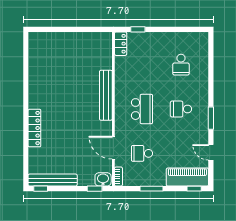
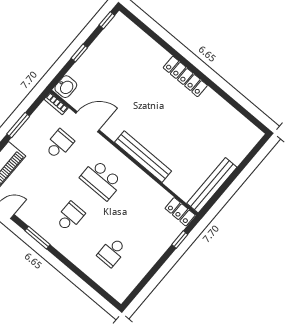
school desk: (181, 65) -> (112, 252), turned -90
locker: (34, 128) -> (185, 76), moved
bench: (53, 180) -> (212, 185), moved
window: (95, 189) -> (79, 53), moved

